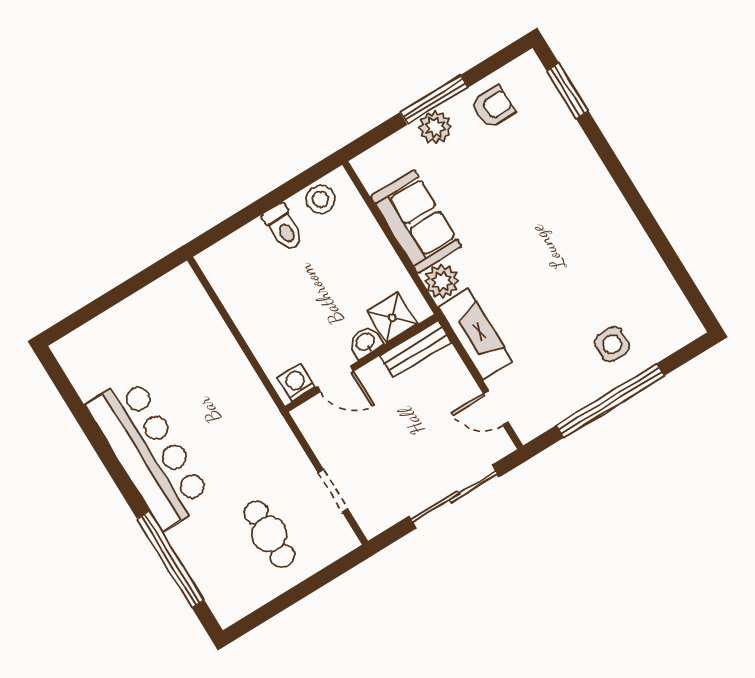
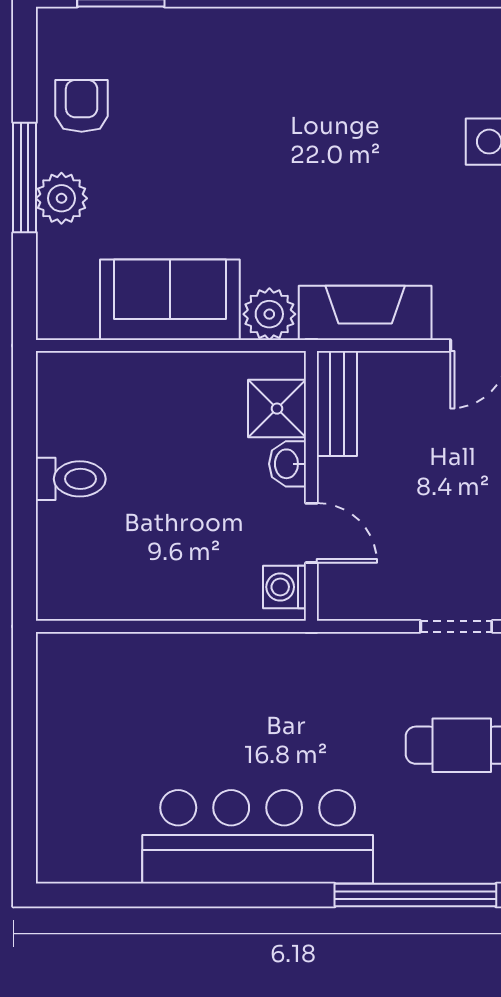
stool: (321, 199) -> (64, 407), removed
door: (335, 379) -> (311, 533), hinge flipped

